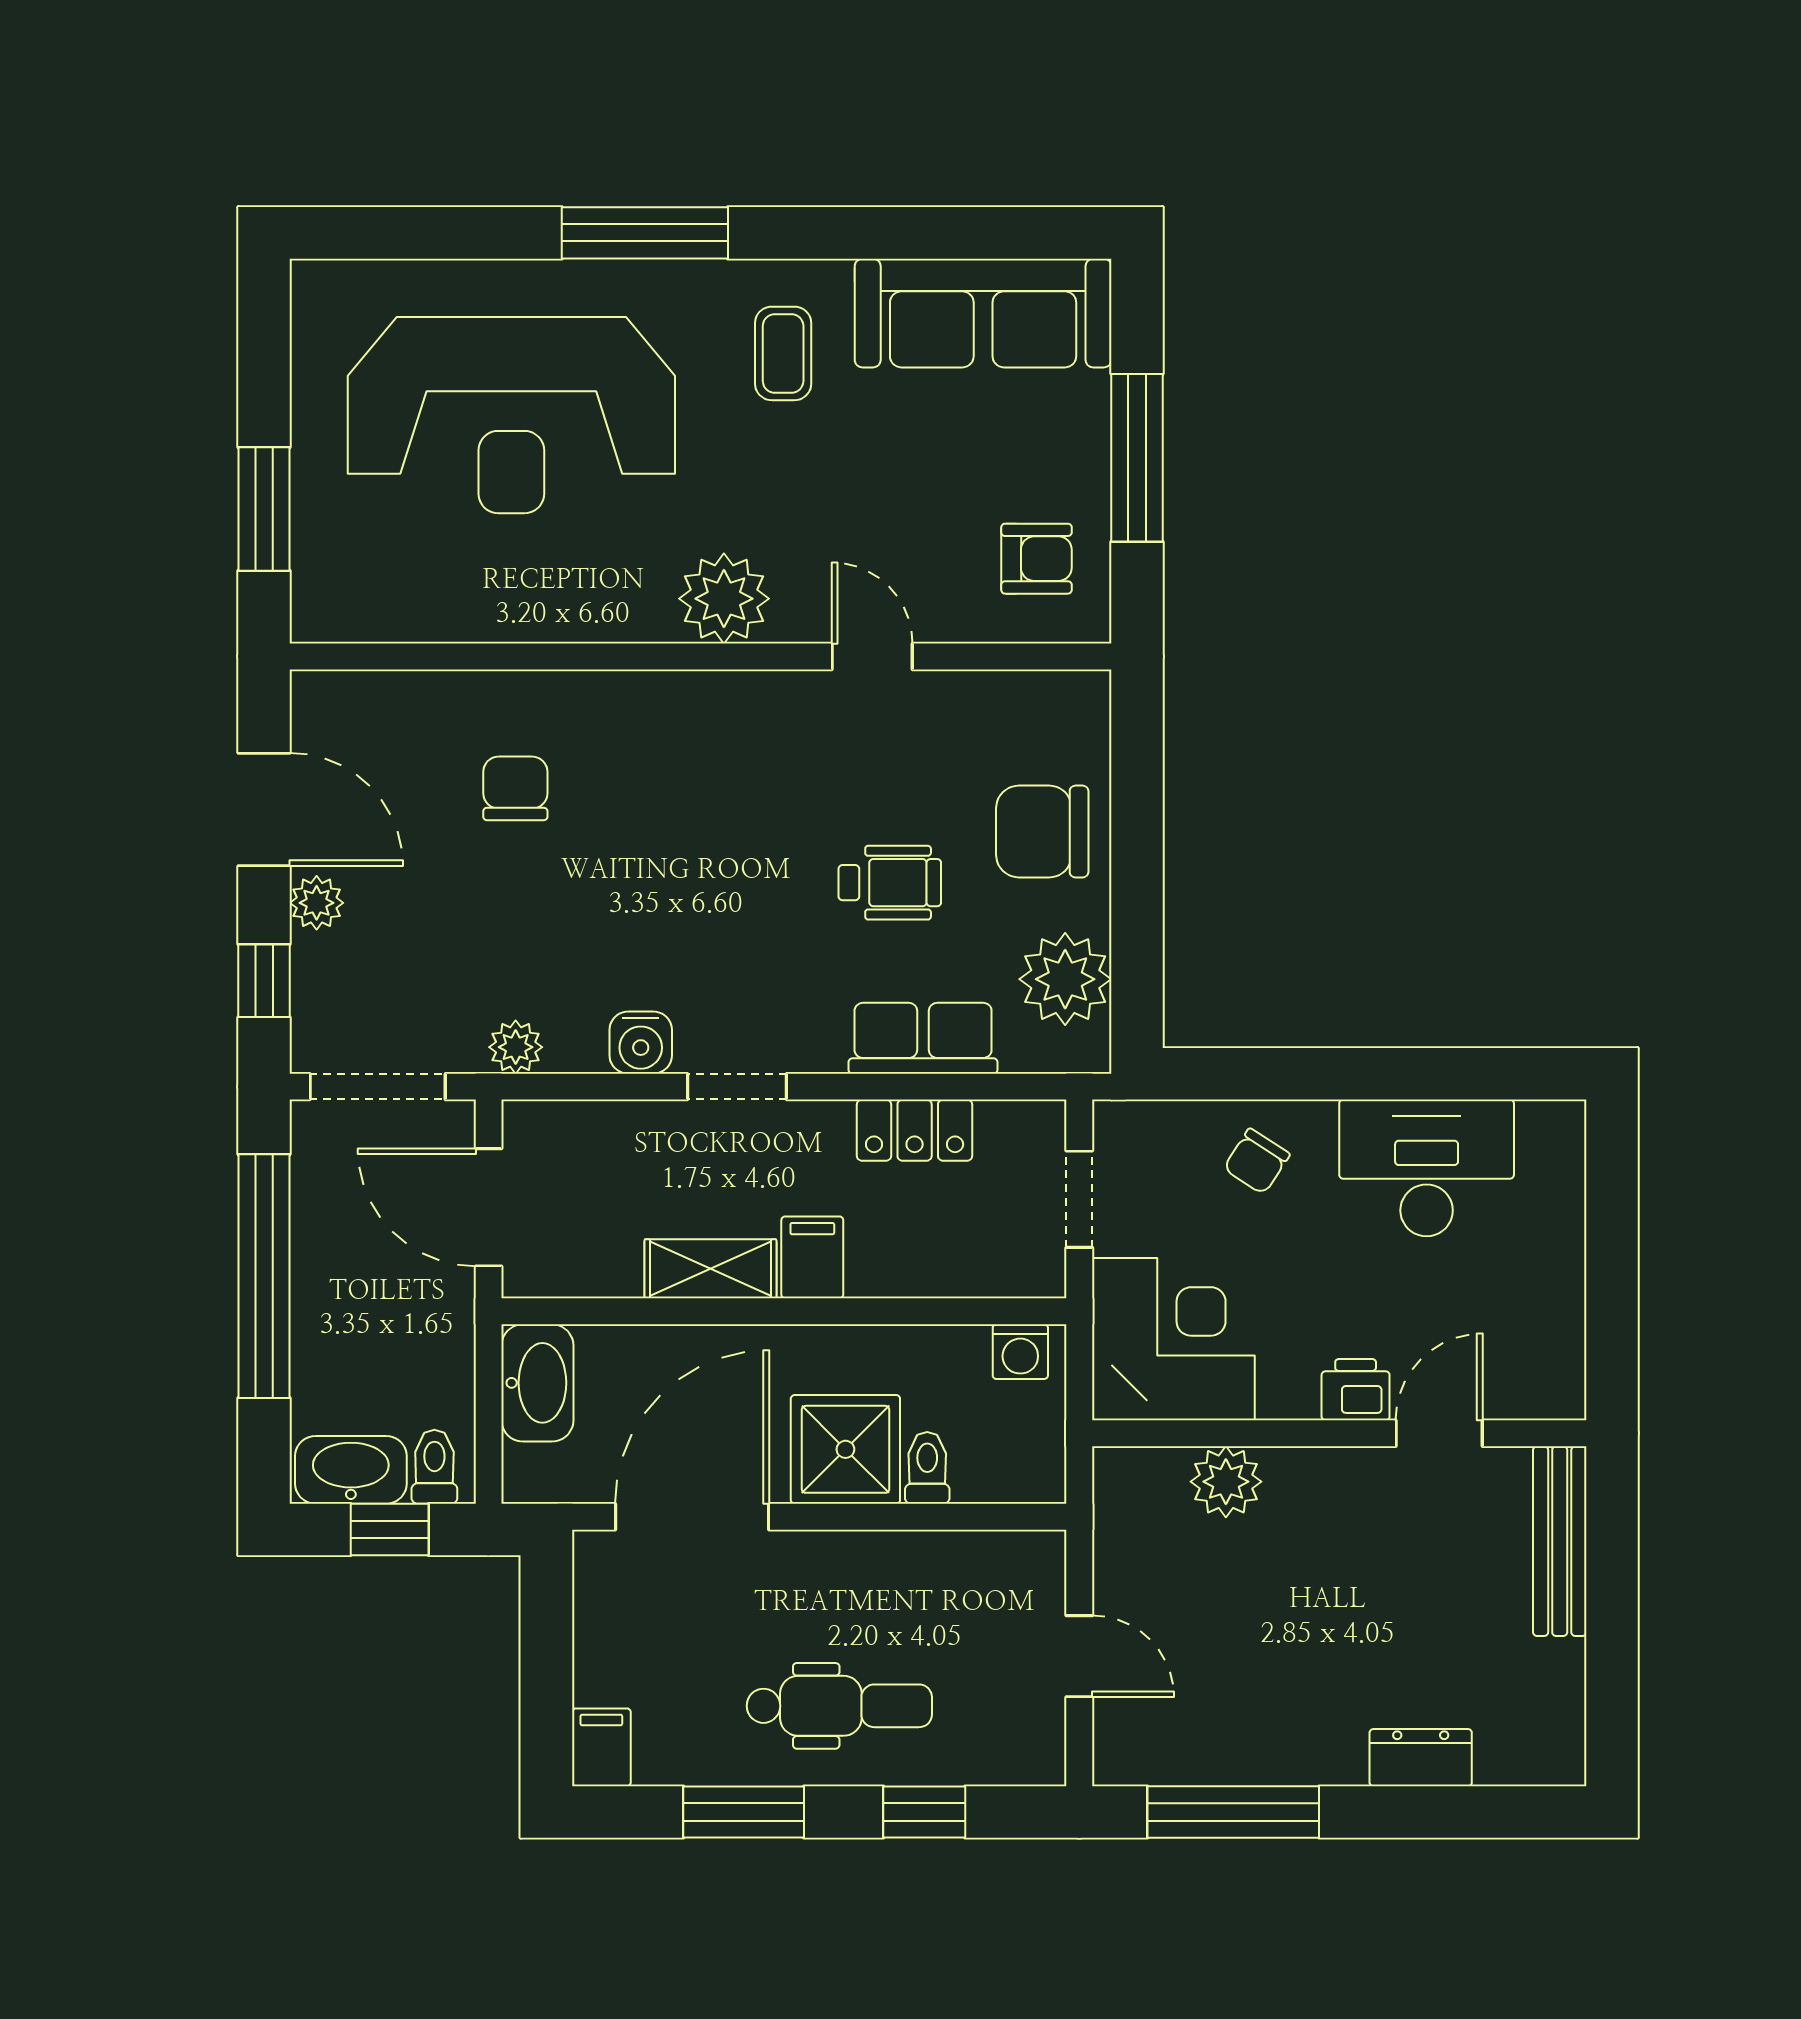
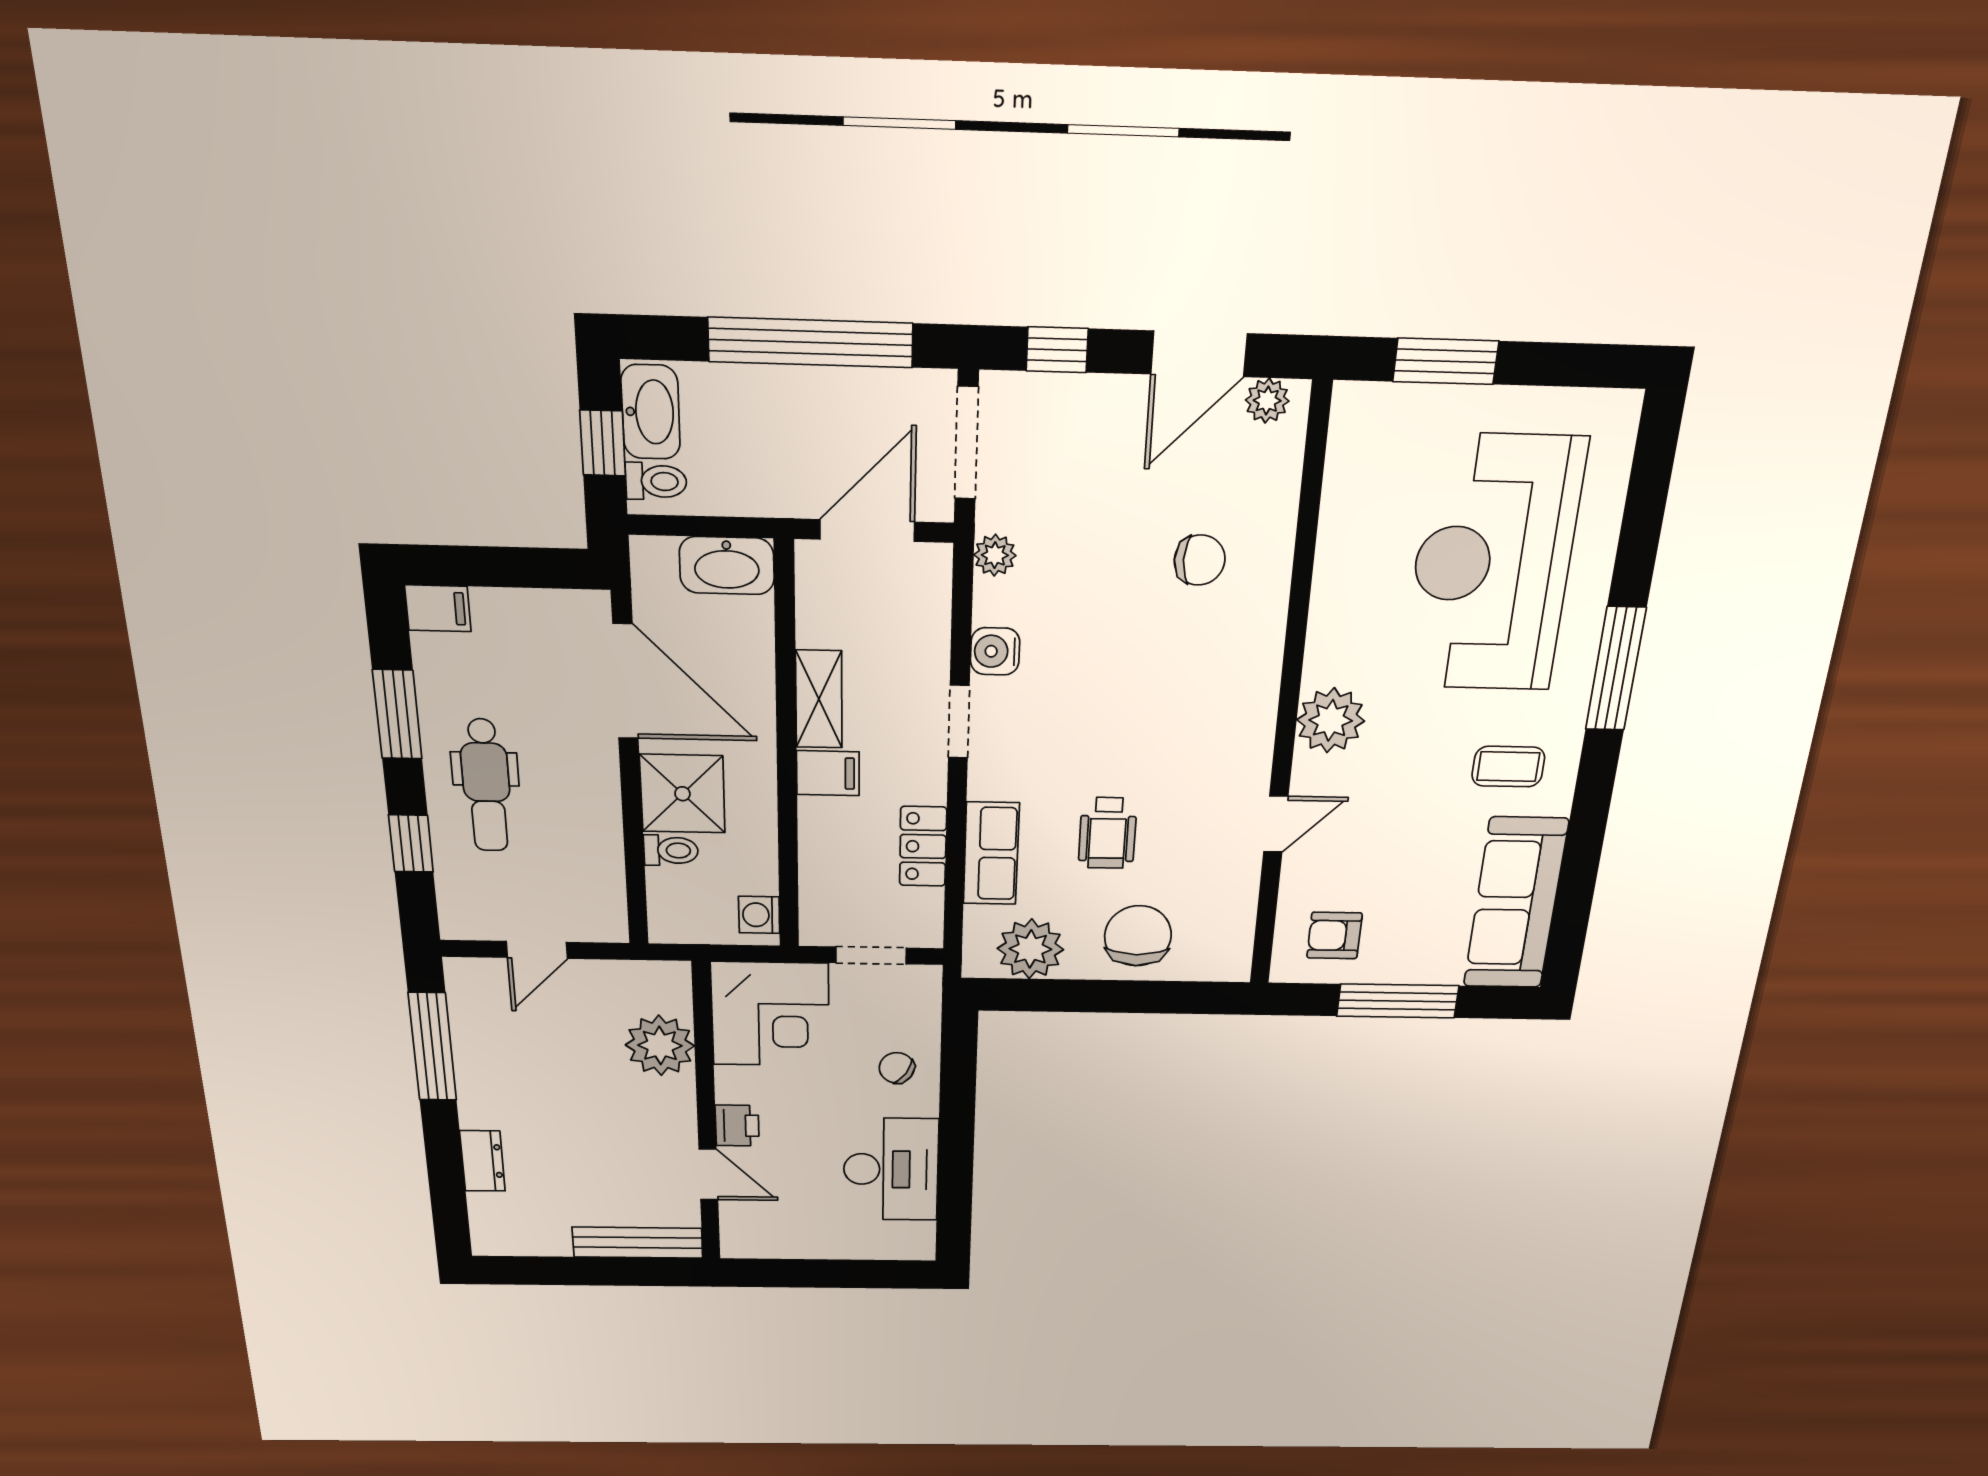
armchair: (1036, 559) -> (1334, 935), turned 90
plant: (317, 903) -> (1267, 401), moved
plant: (1226, 1482) -> (660, 1045), width x1.36, depth x1.36

